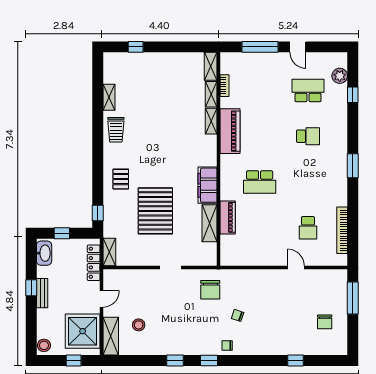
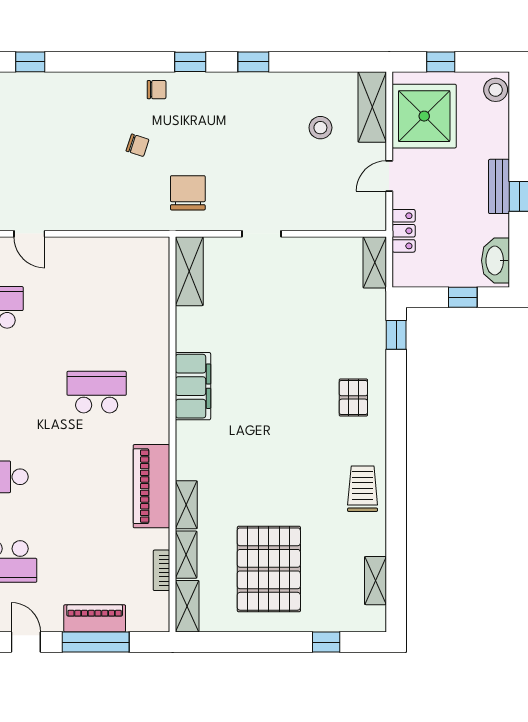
shelving: (109, 97) -> (375, 581), moved
pallet: (155, 211) -> (269, 569), moved
piano: (228, 217) -> (95, 618), moved, turned 90
shelving: (210, 223) -> (189, 271), moved
locker: (94, 263) -> (404, 231), width x0.66

